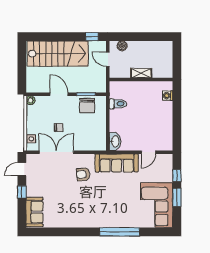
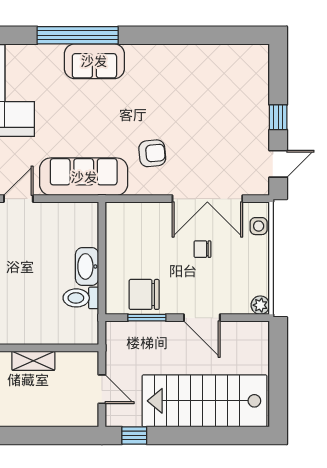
boiler: (122, 46) -> (72, 417), removed
chair: (87, 105) -> (144, 294), turned -90
washbasin: (115, 141) -> (87, 266), moved
sofa: (34, 212) -> (94, 61), moved, turned -90

